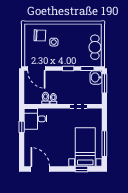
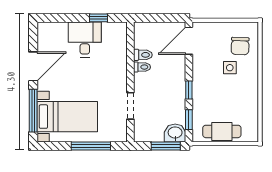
desk: (36, 119) -> (85, 39), moved
window: (104, 144) -> (91, 146), moved
door: (40, 169) -> (33, 66), moved
window: (82, 169) -> (33, 111), width x2.17

